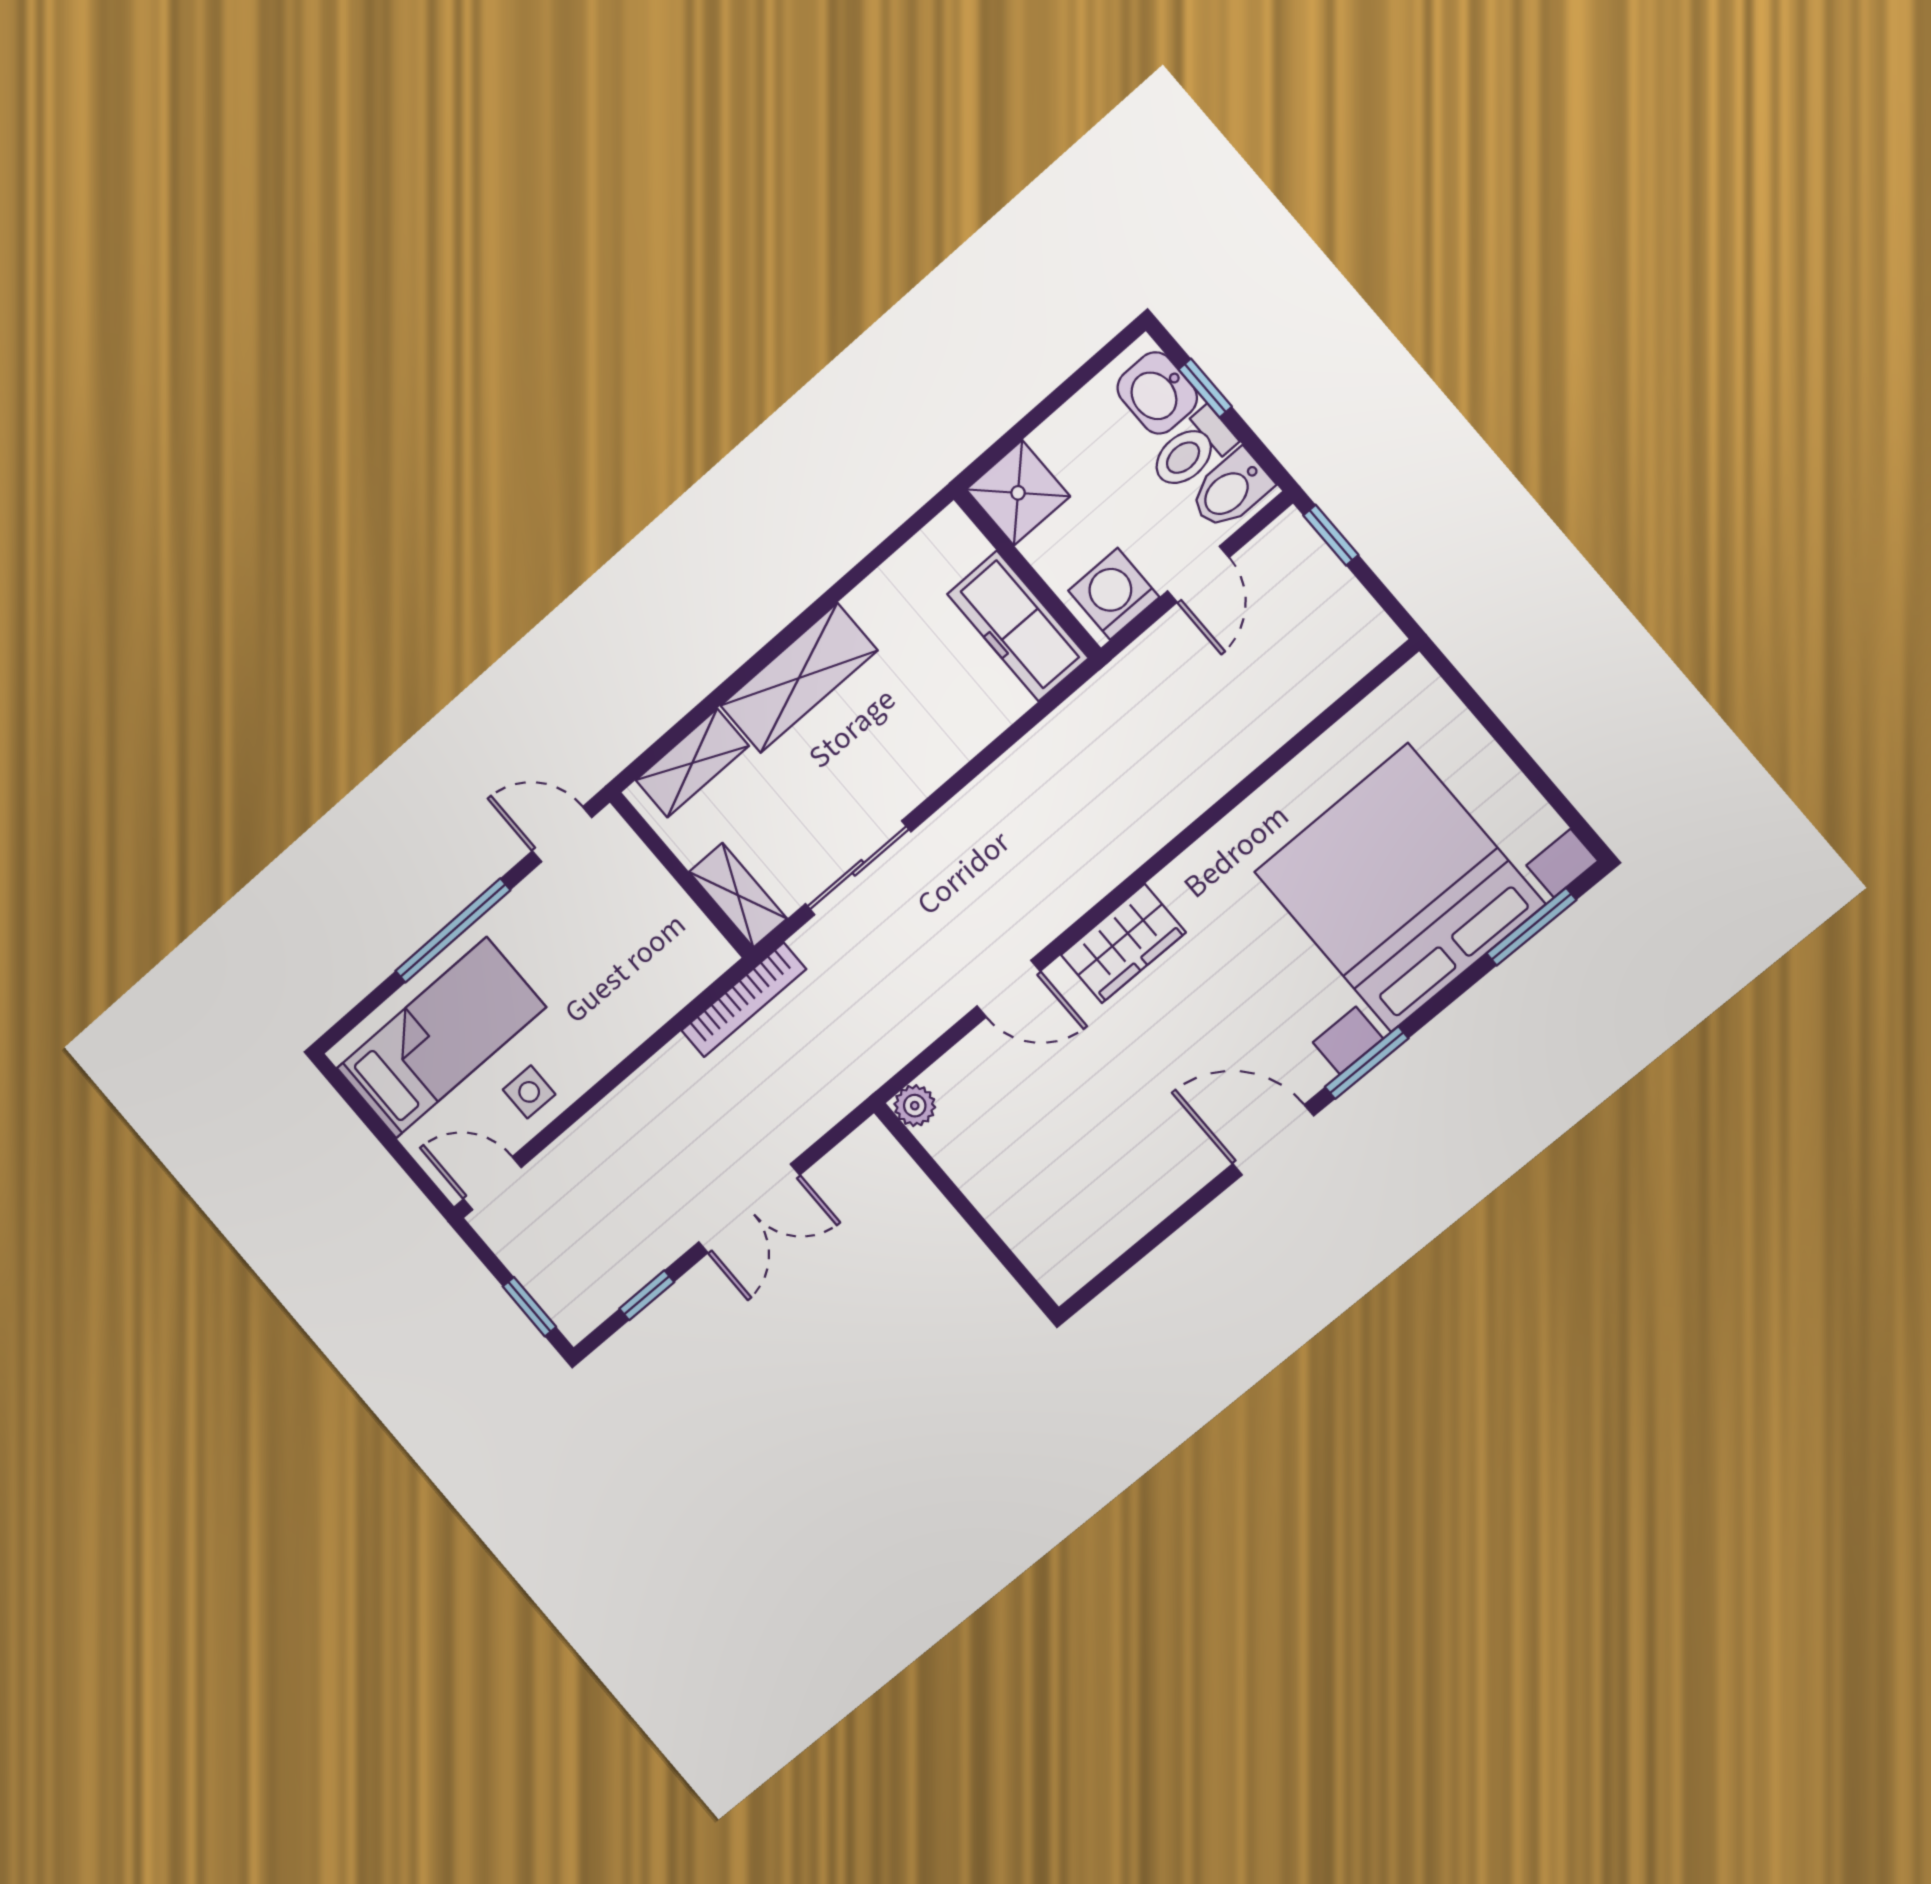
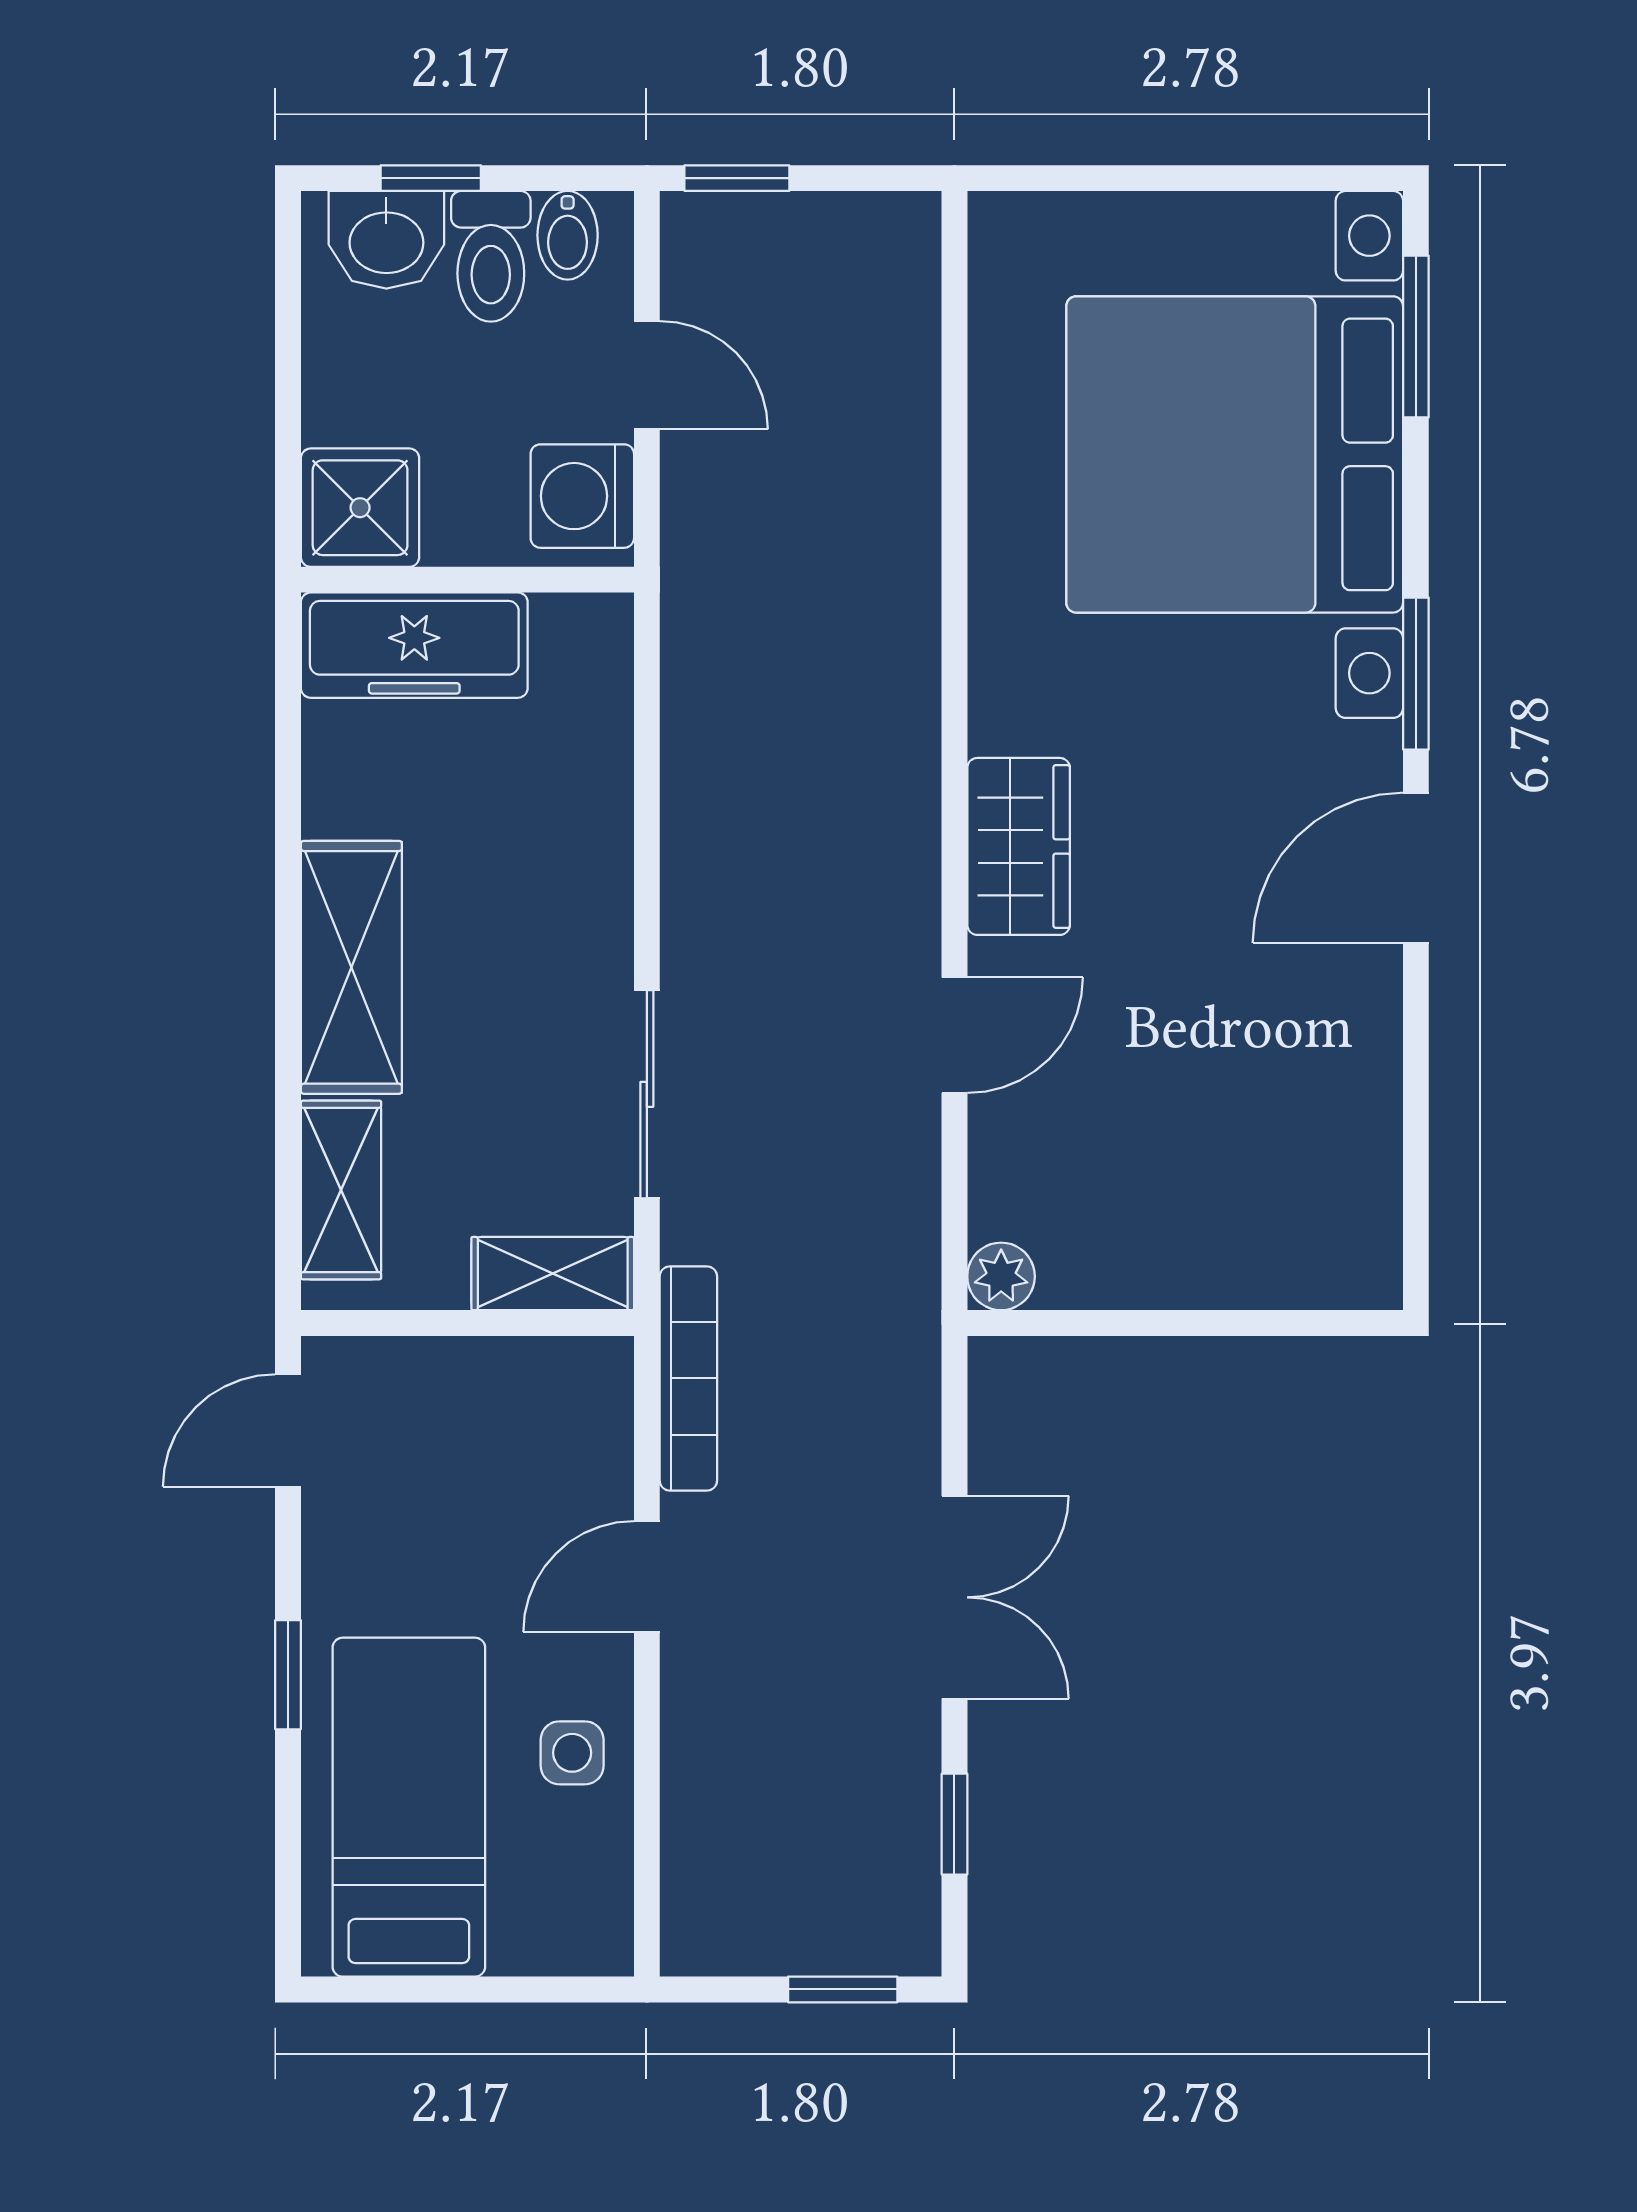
bidet: (1231, 490) -> (568, 235), width x0.72, depth x0.74
freezer: (1018, 626) -> (414, 645), moved
window: (453, 931) -> (288, 1675), width x0.46
door: (492, 1183) -> (647, 1576), moved

